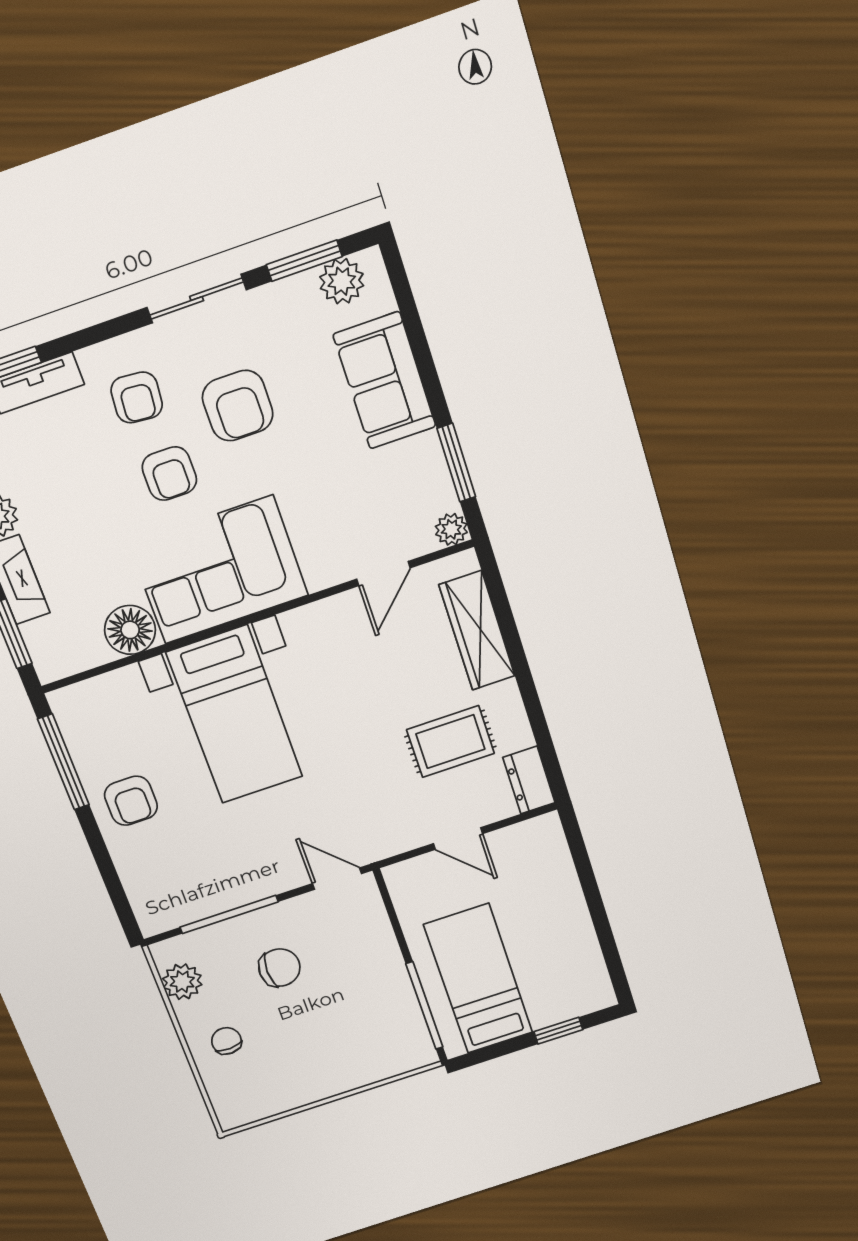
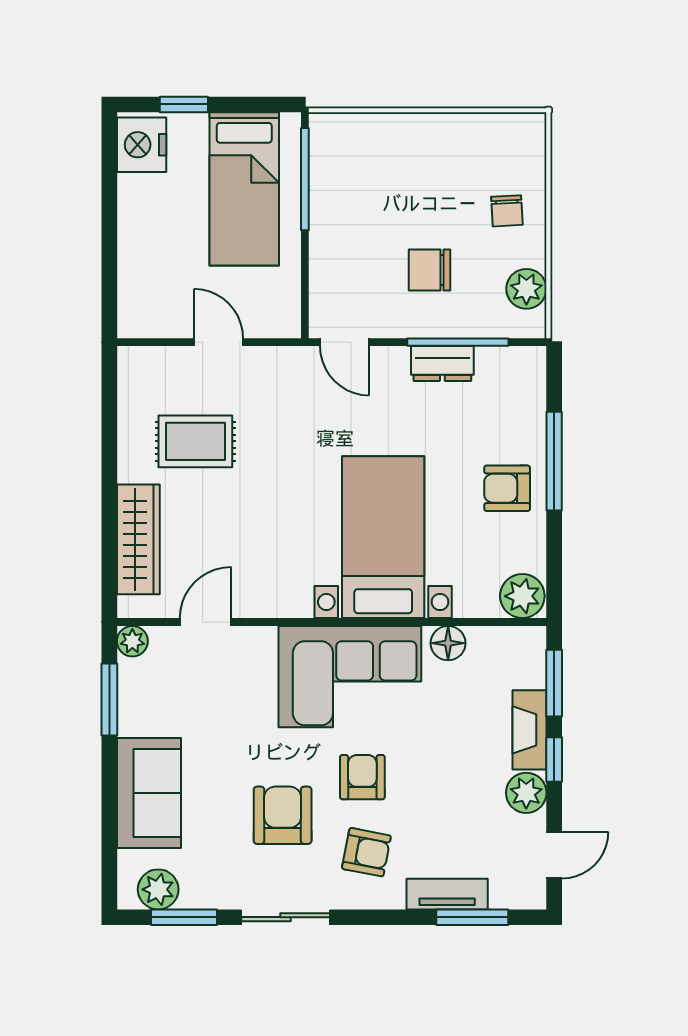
armchair: (137, 397) -> (366, 852), turned 96
floor lamp: (130, 630) -> (448, 643), width x0.73, depth x0.73
plant: (76, 706) -> (522, 596), added
window: (64, 762) -> (554, 461), moved
dresser: (529, 780) -> (442, 364), moved, turned 90
armchair: (131, 801) -> (507, 488), turned -90
nightstand: (587, 984) -> (142, 145), added

